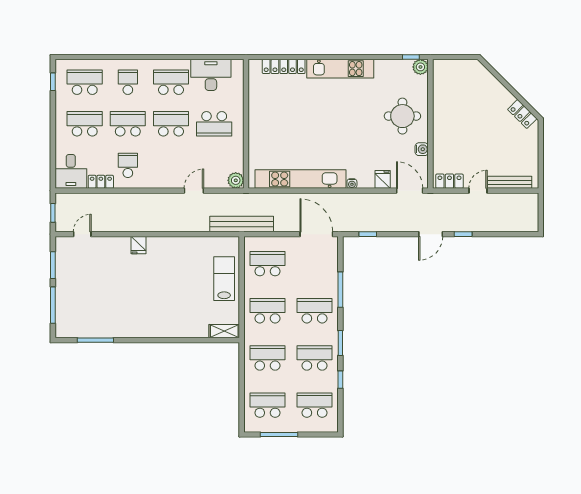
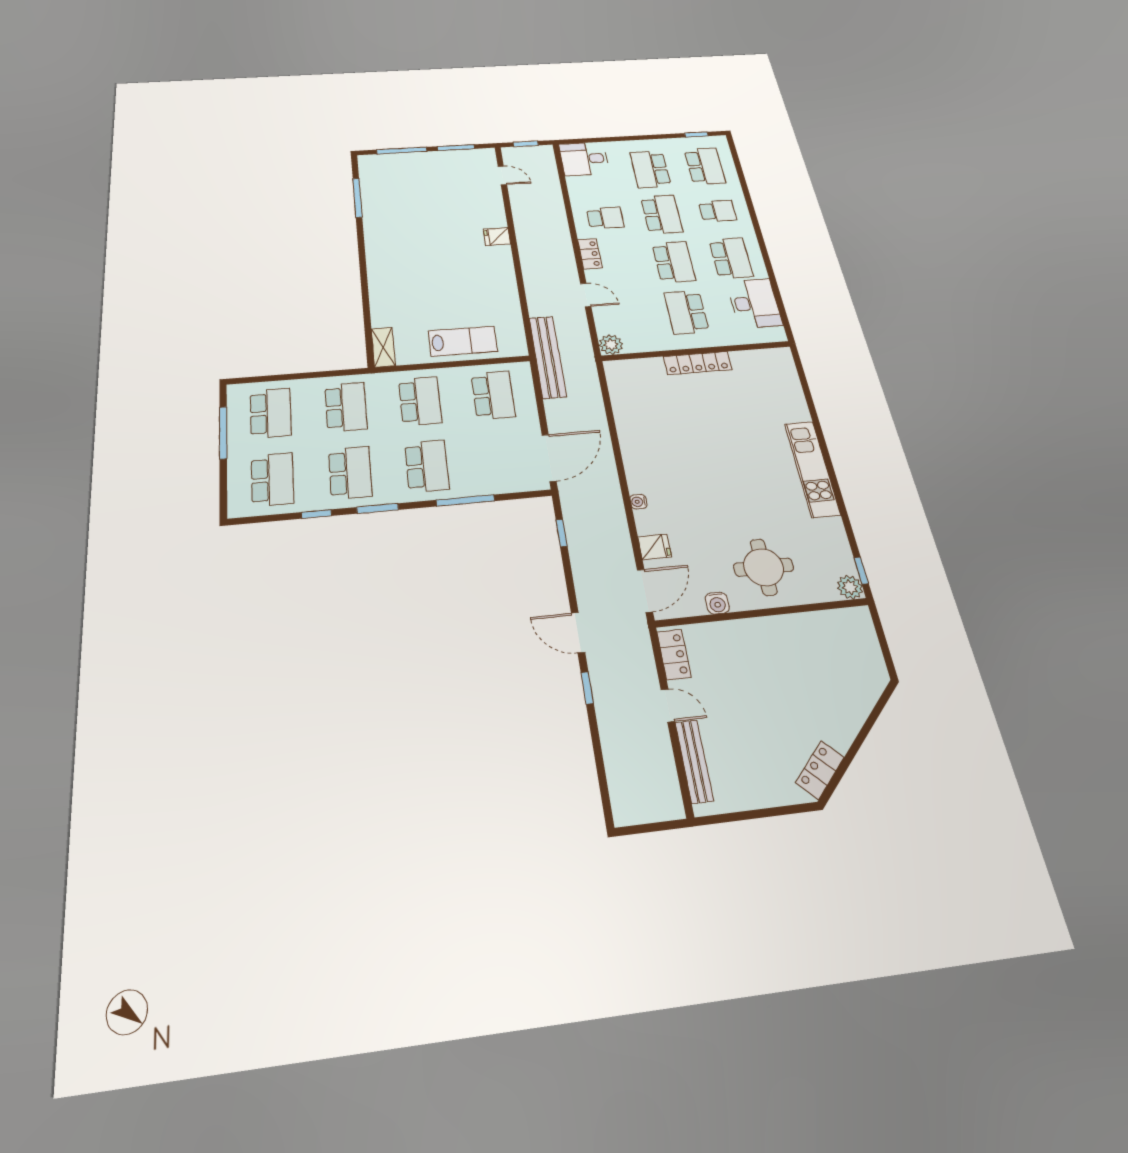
locker: (284, 66) -> (698, 363), moved, turned -90
school desk: (85, 124) -> (650, 169), turned 180
kitchen unit: (301, 179) -> (630, 429), removed
locker: (101, 182) -> (590, 254), moved

